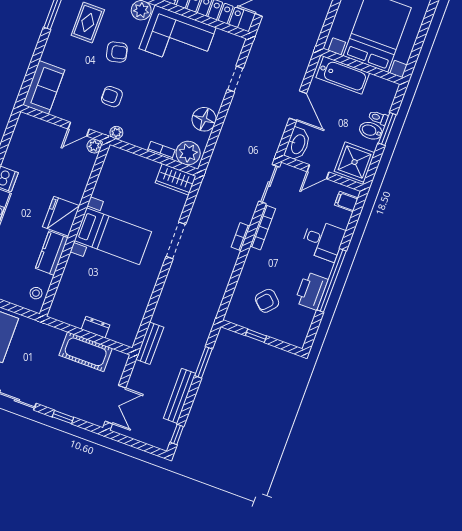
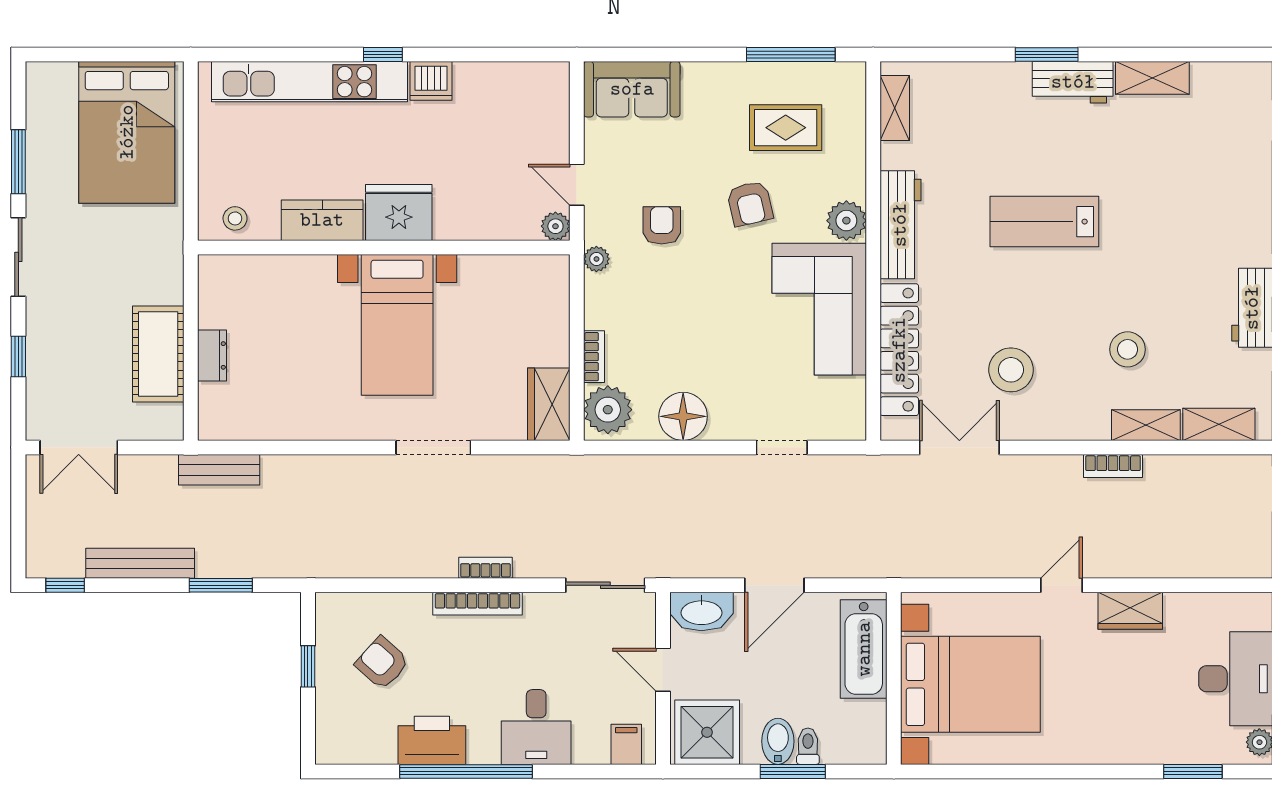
bookcase: (263, 227) -> (477, 604), moved

